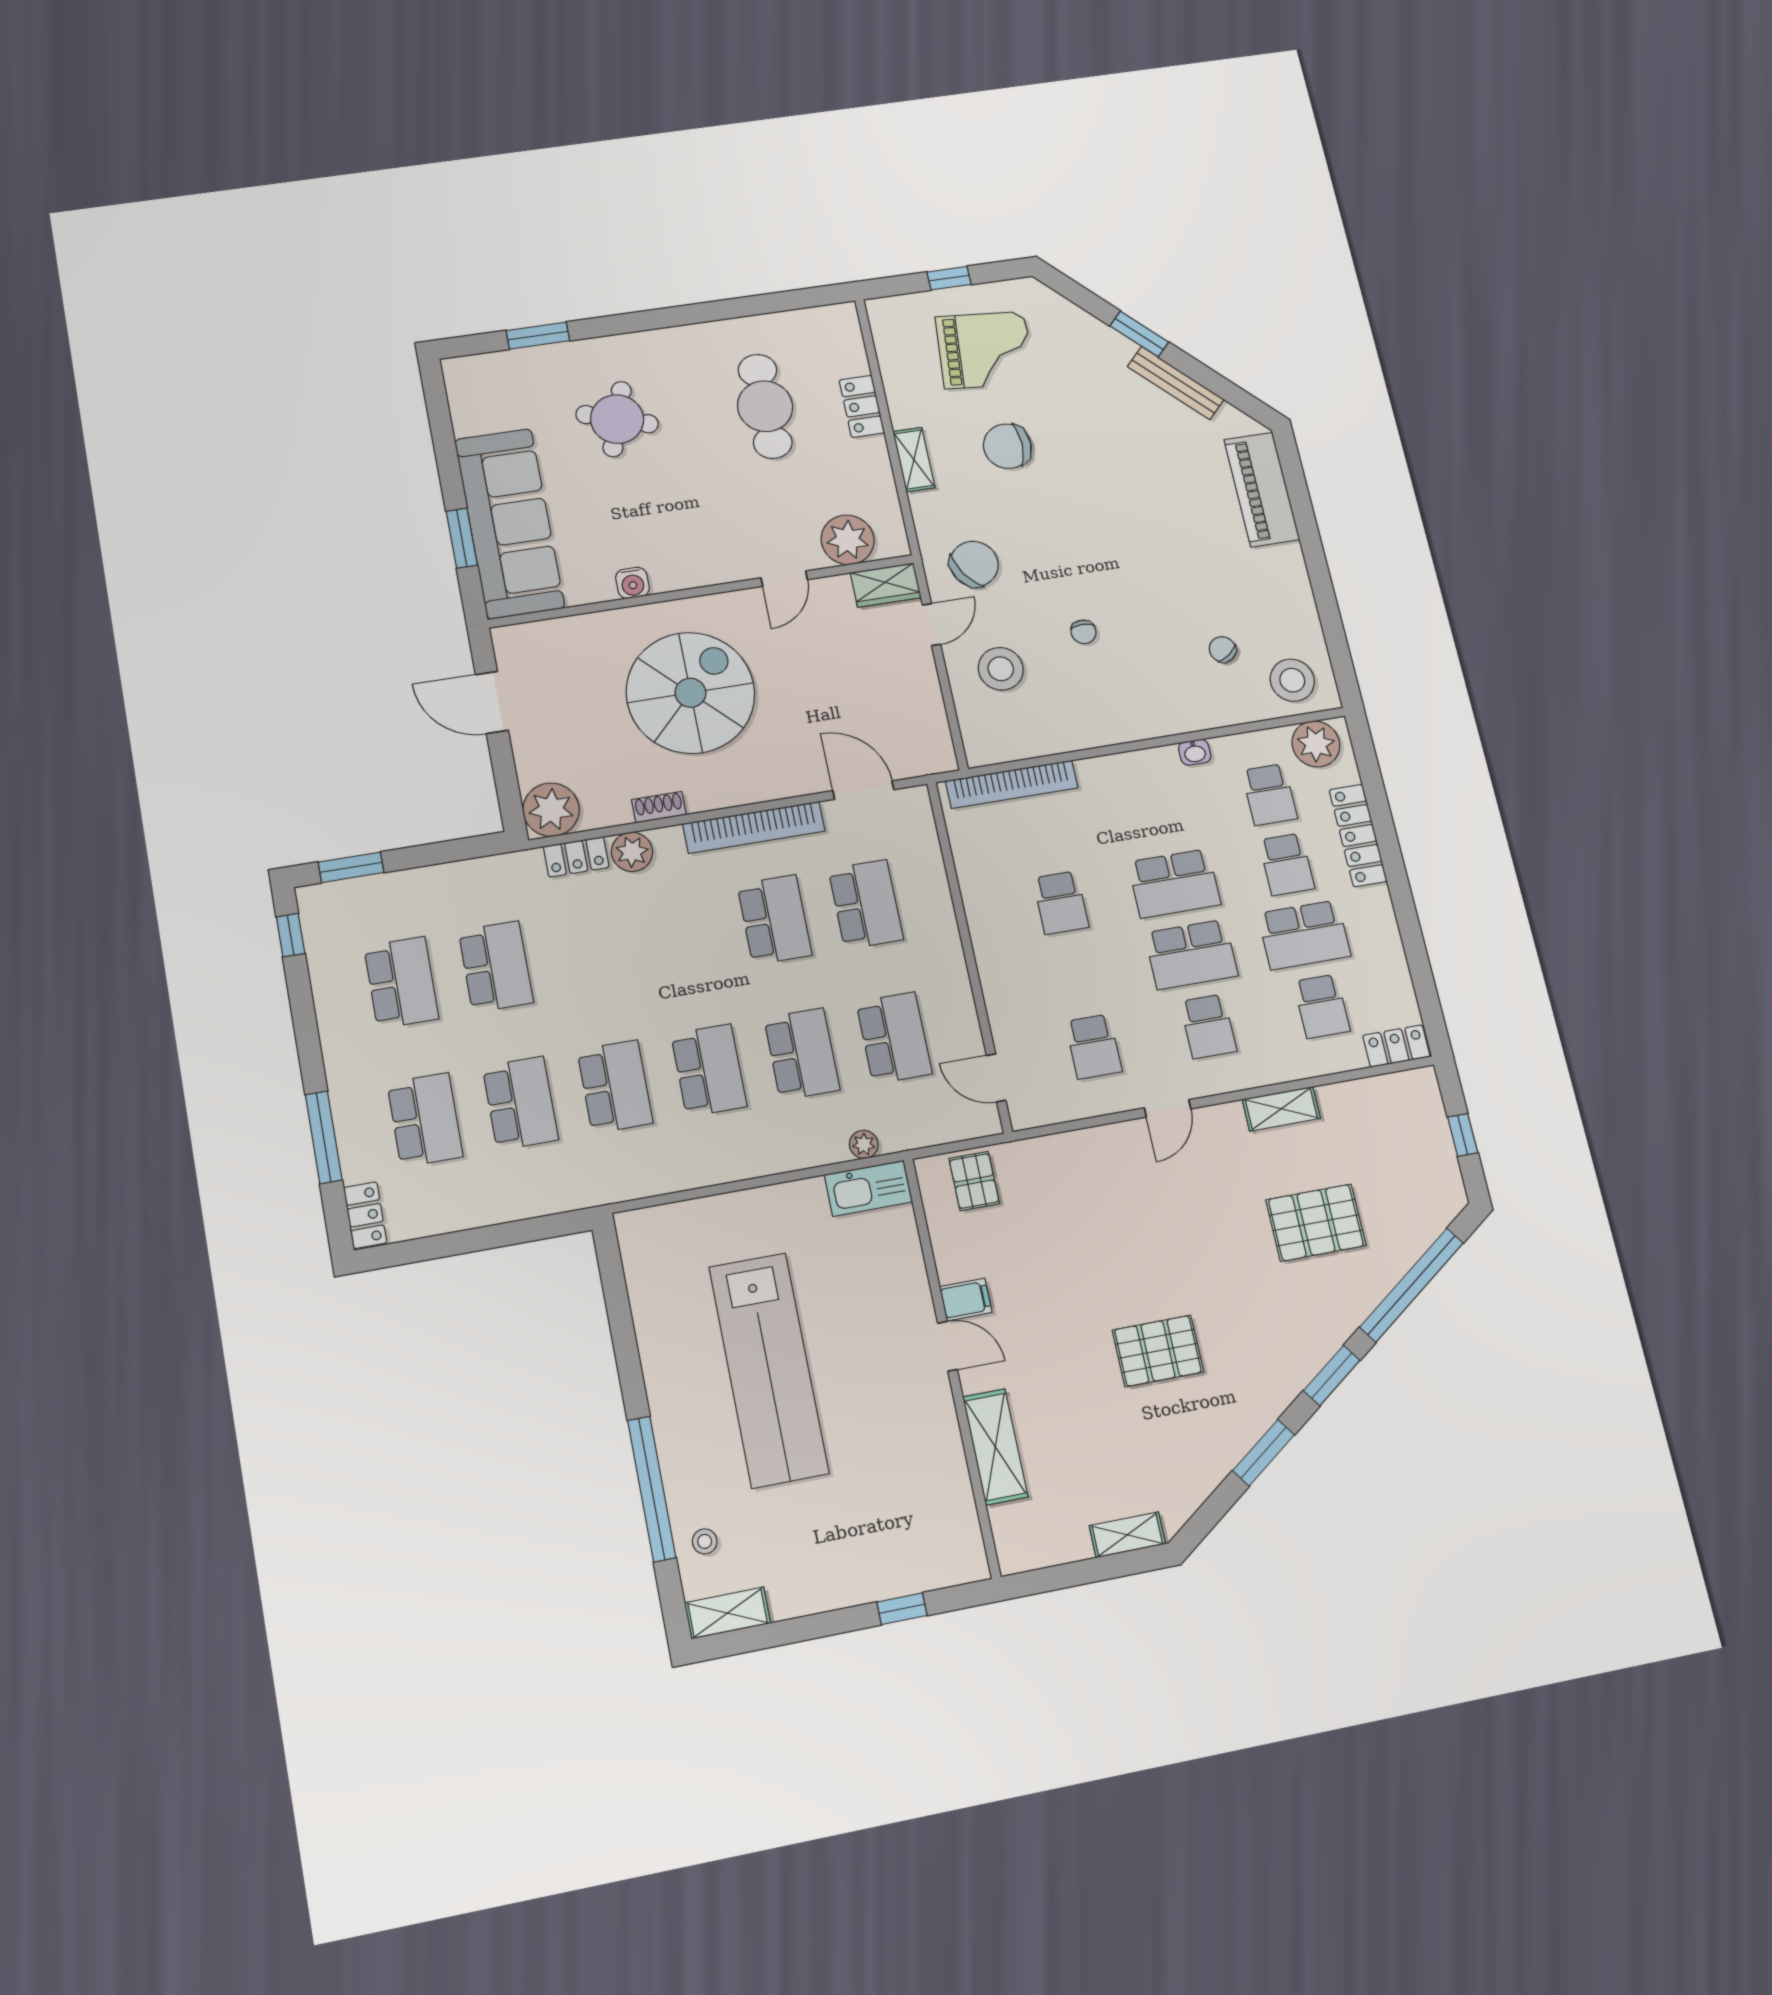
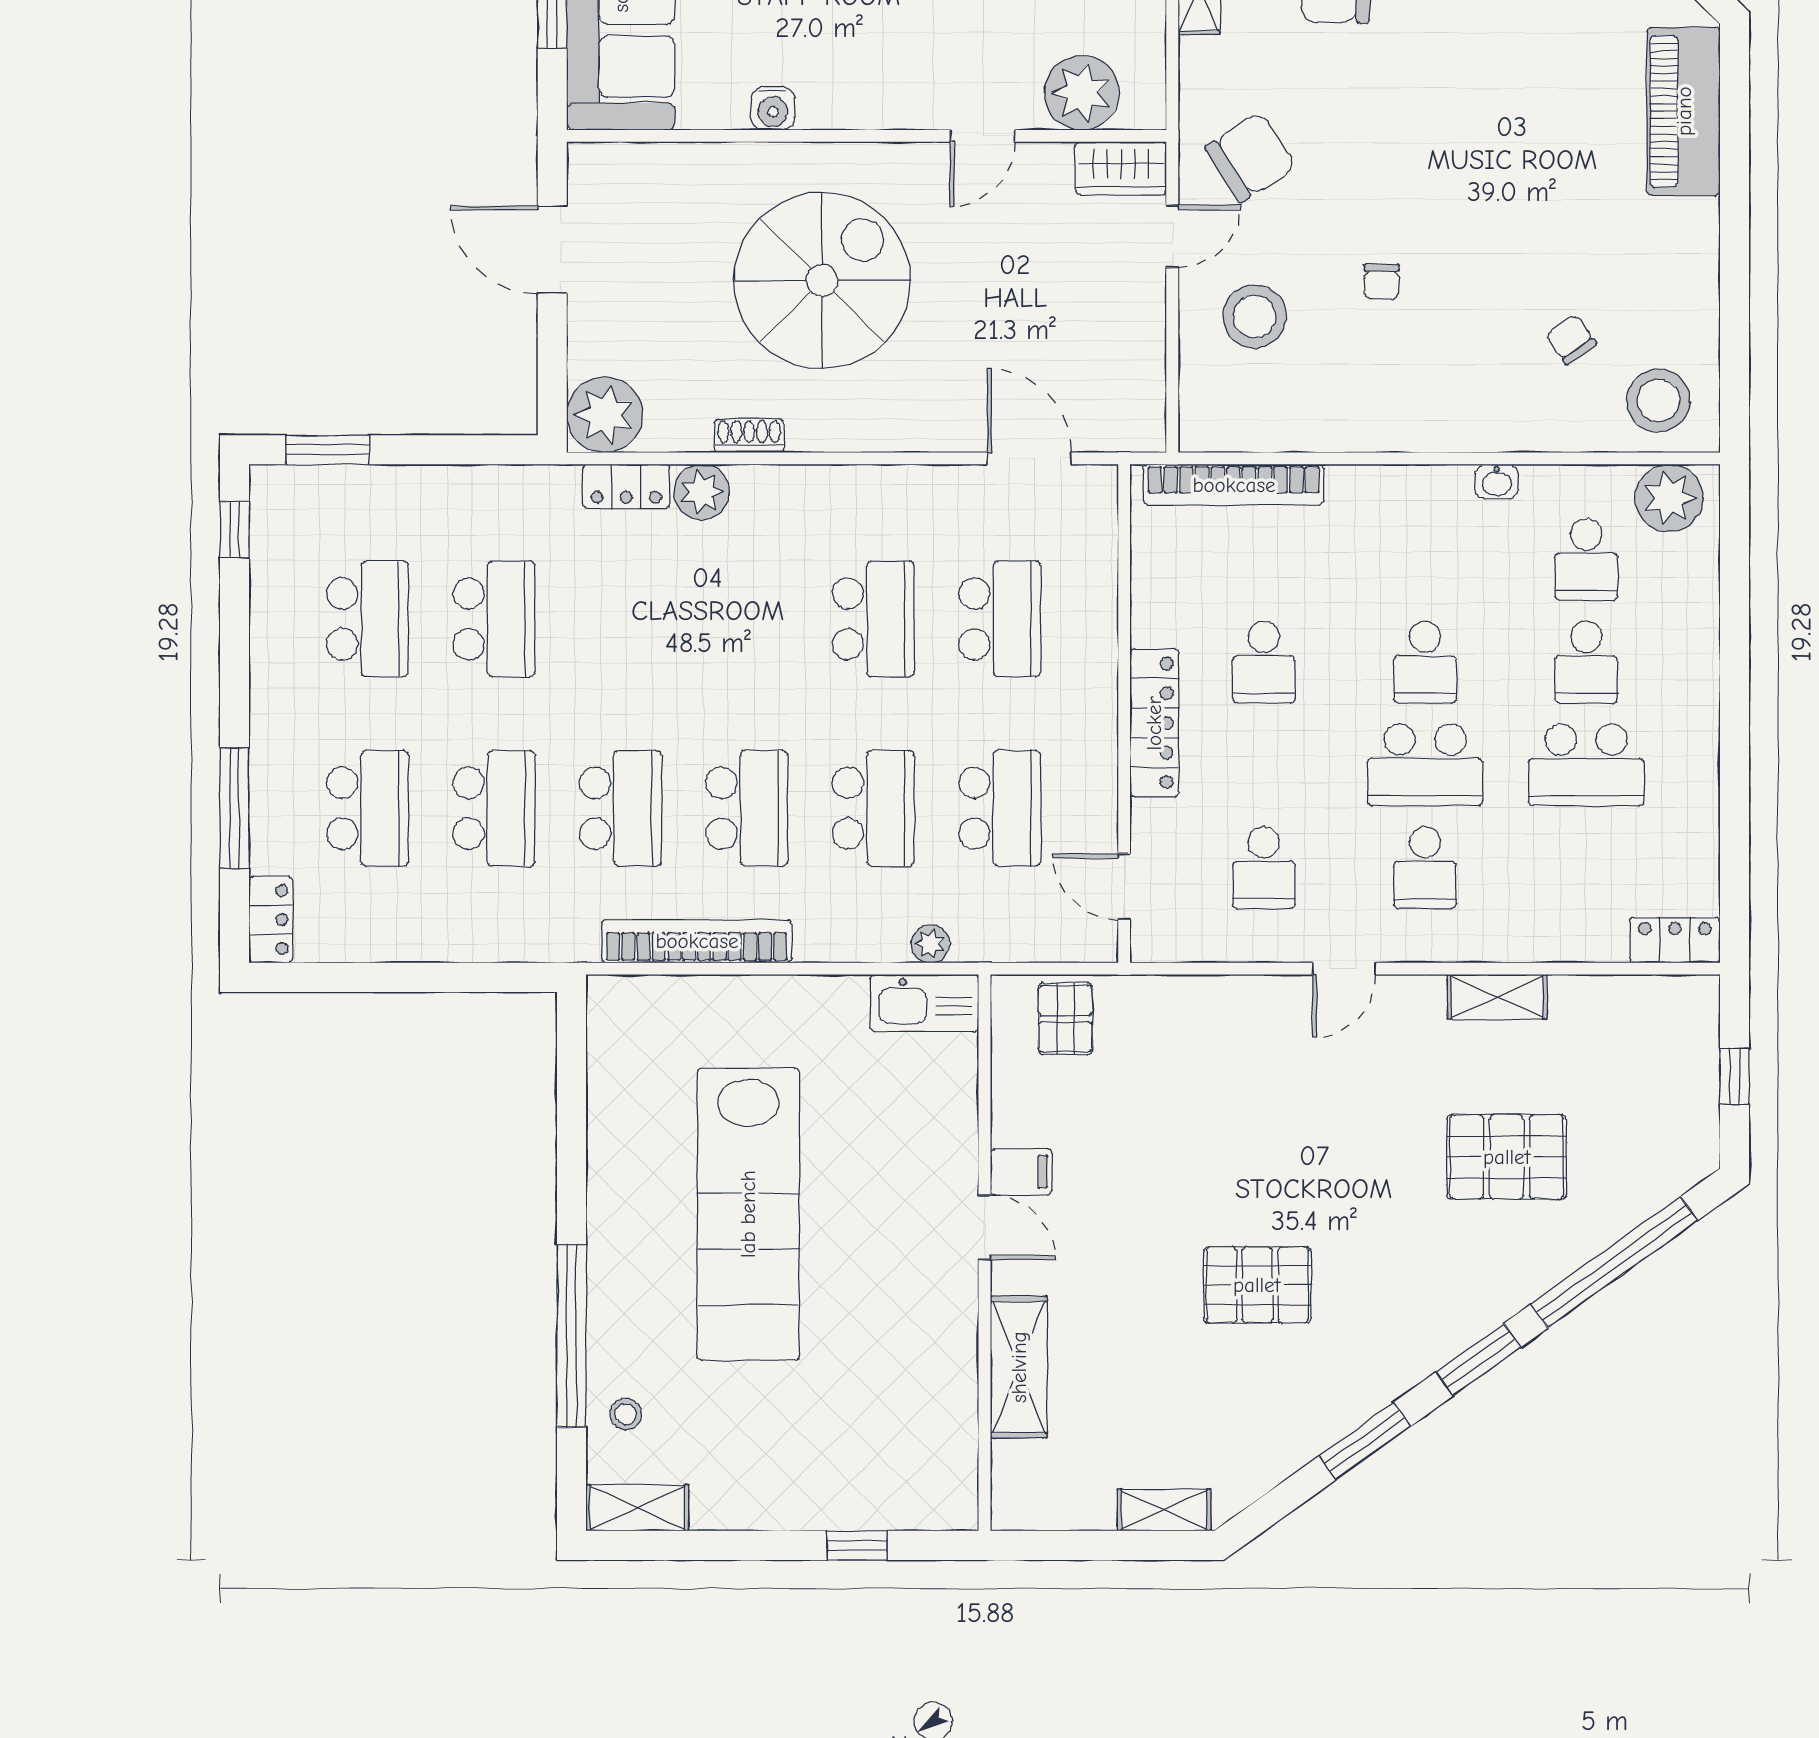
bookcase: (754, 827) -> (697, 941), moved, turned 180
locker: (1358, 835) -> (1154, 723), moved, turned 180
school desk: (1174, 883) -> (1425, 662), width x0.54
school desk: (1322, 1006) -> (1586, 868), removed

